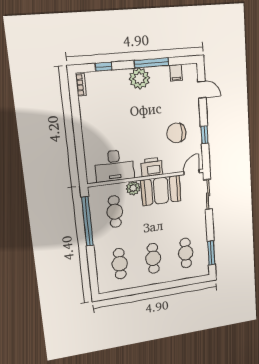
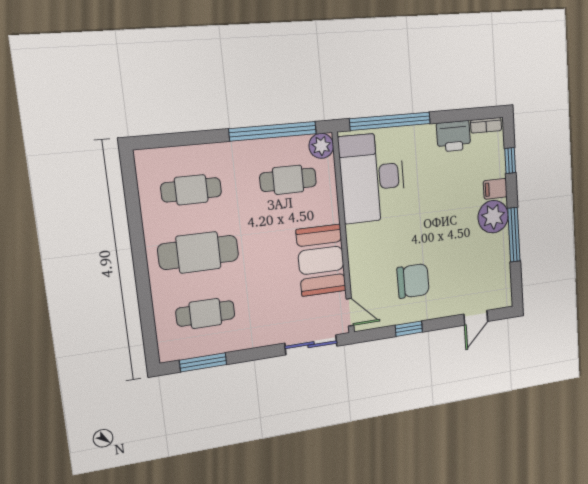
filing cabinet: (176, 73) -> (495, 189), moved
chair: (176, 133) -> (413, 281), turned 90
window: (80, 151) -> (390, 121), added
desk: (114, 166) -> (372, 178), width x1.36, depth x1.30
printer: (152, 167) -> (454, 136), moved, turned 90
plant: (133, 188) -> (321, 146), moved
cafe table: (153, 258) -> (198, 252), width x1.37, depth x1.35

